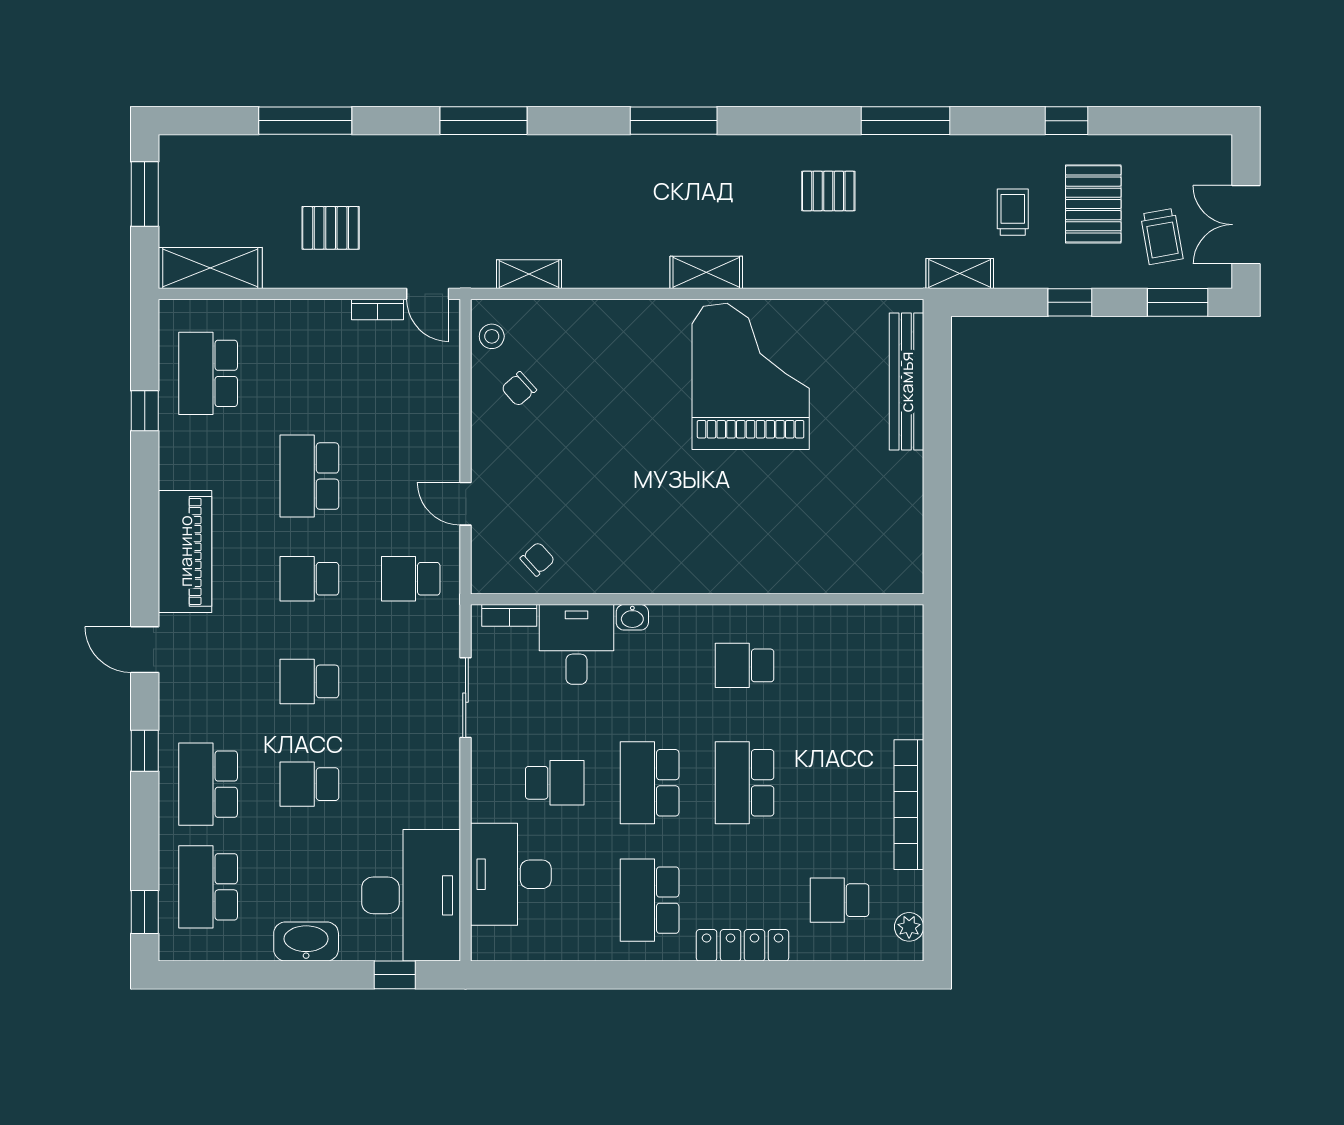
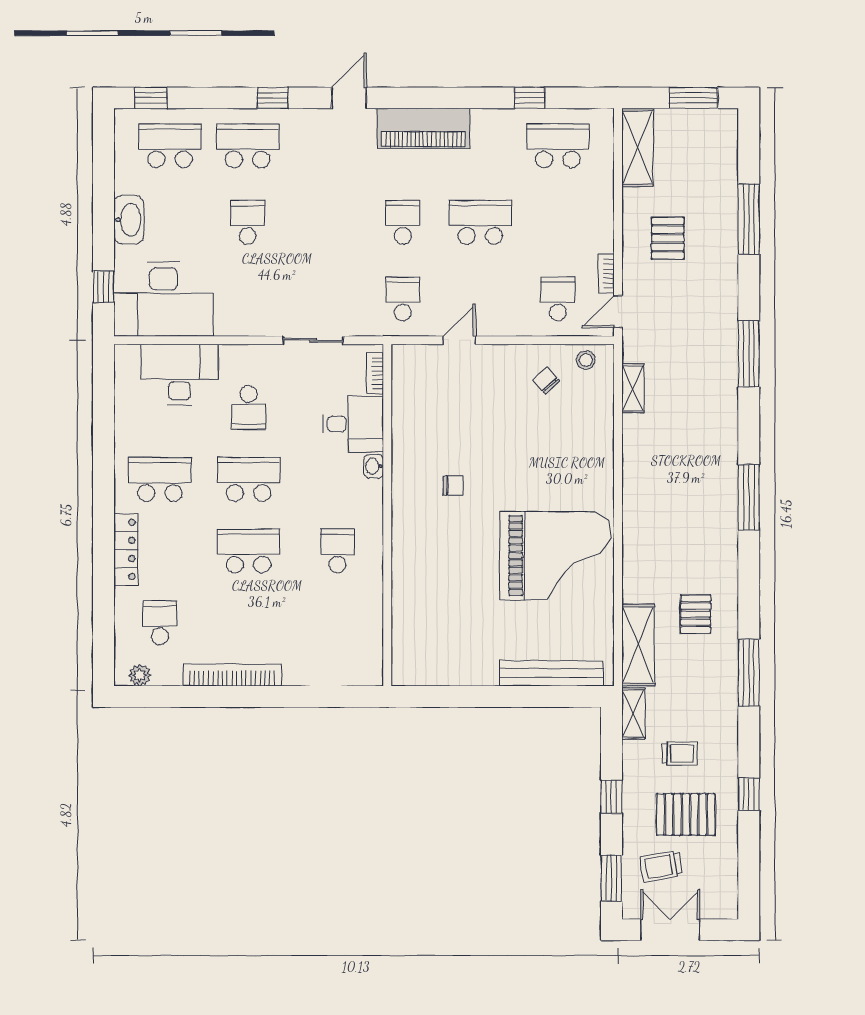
shelving: (706, 272) -> (638, 645), moved, width x1.50, depth x1.33
chair: (537, 559) -> (453, 486), moved, turned -48
school desk: (309, 681) -> (558, 299), moved

